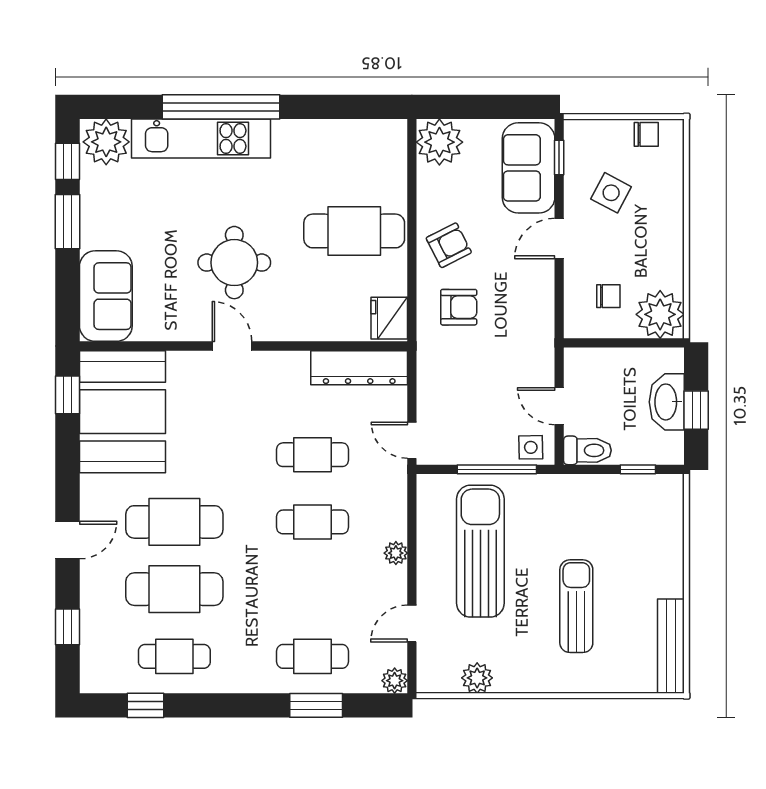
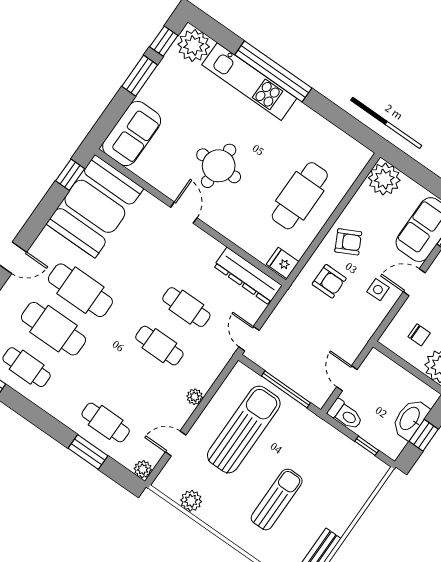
cafe table: (354, 231) -> (300, 196), turned 90
fridge: (389, 318) -> (283, 263), width x0.72
side table: (531, 447) -> (378, 290), moved

